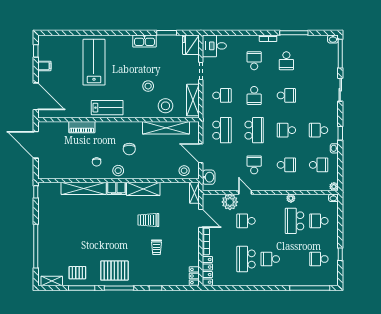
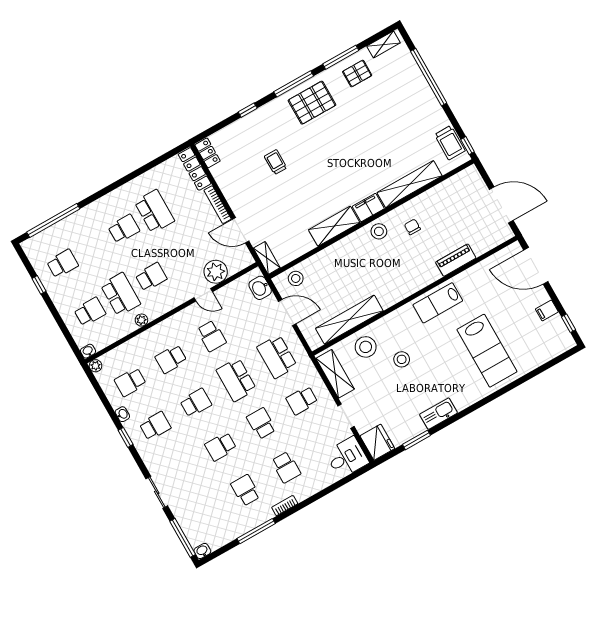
chair: (129, 149) -> (380, 266), removed
trolley: (148, 220) -> (450, 143), moved, turned 90
school desk: (246, 221) -> (151, 277), moved

